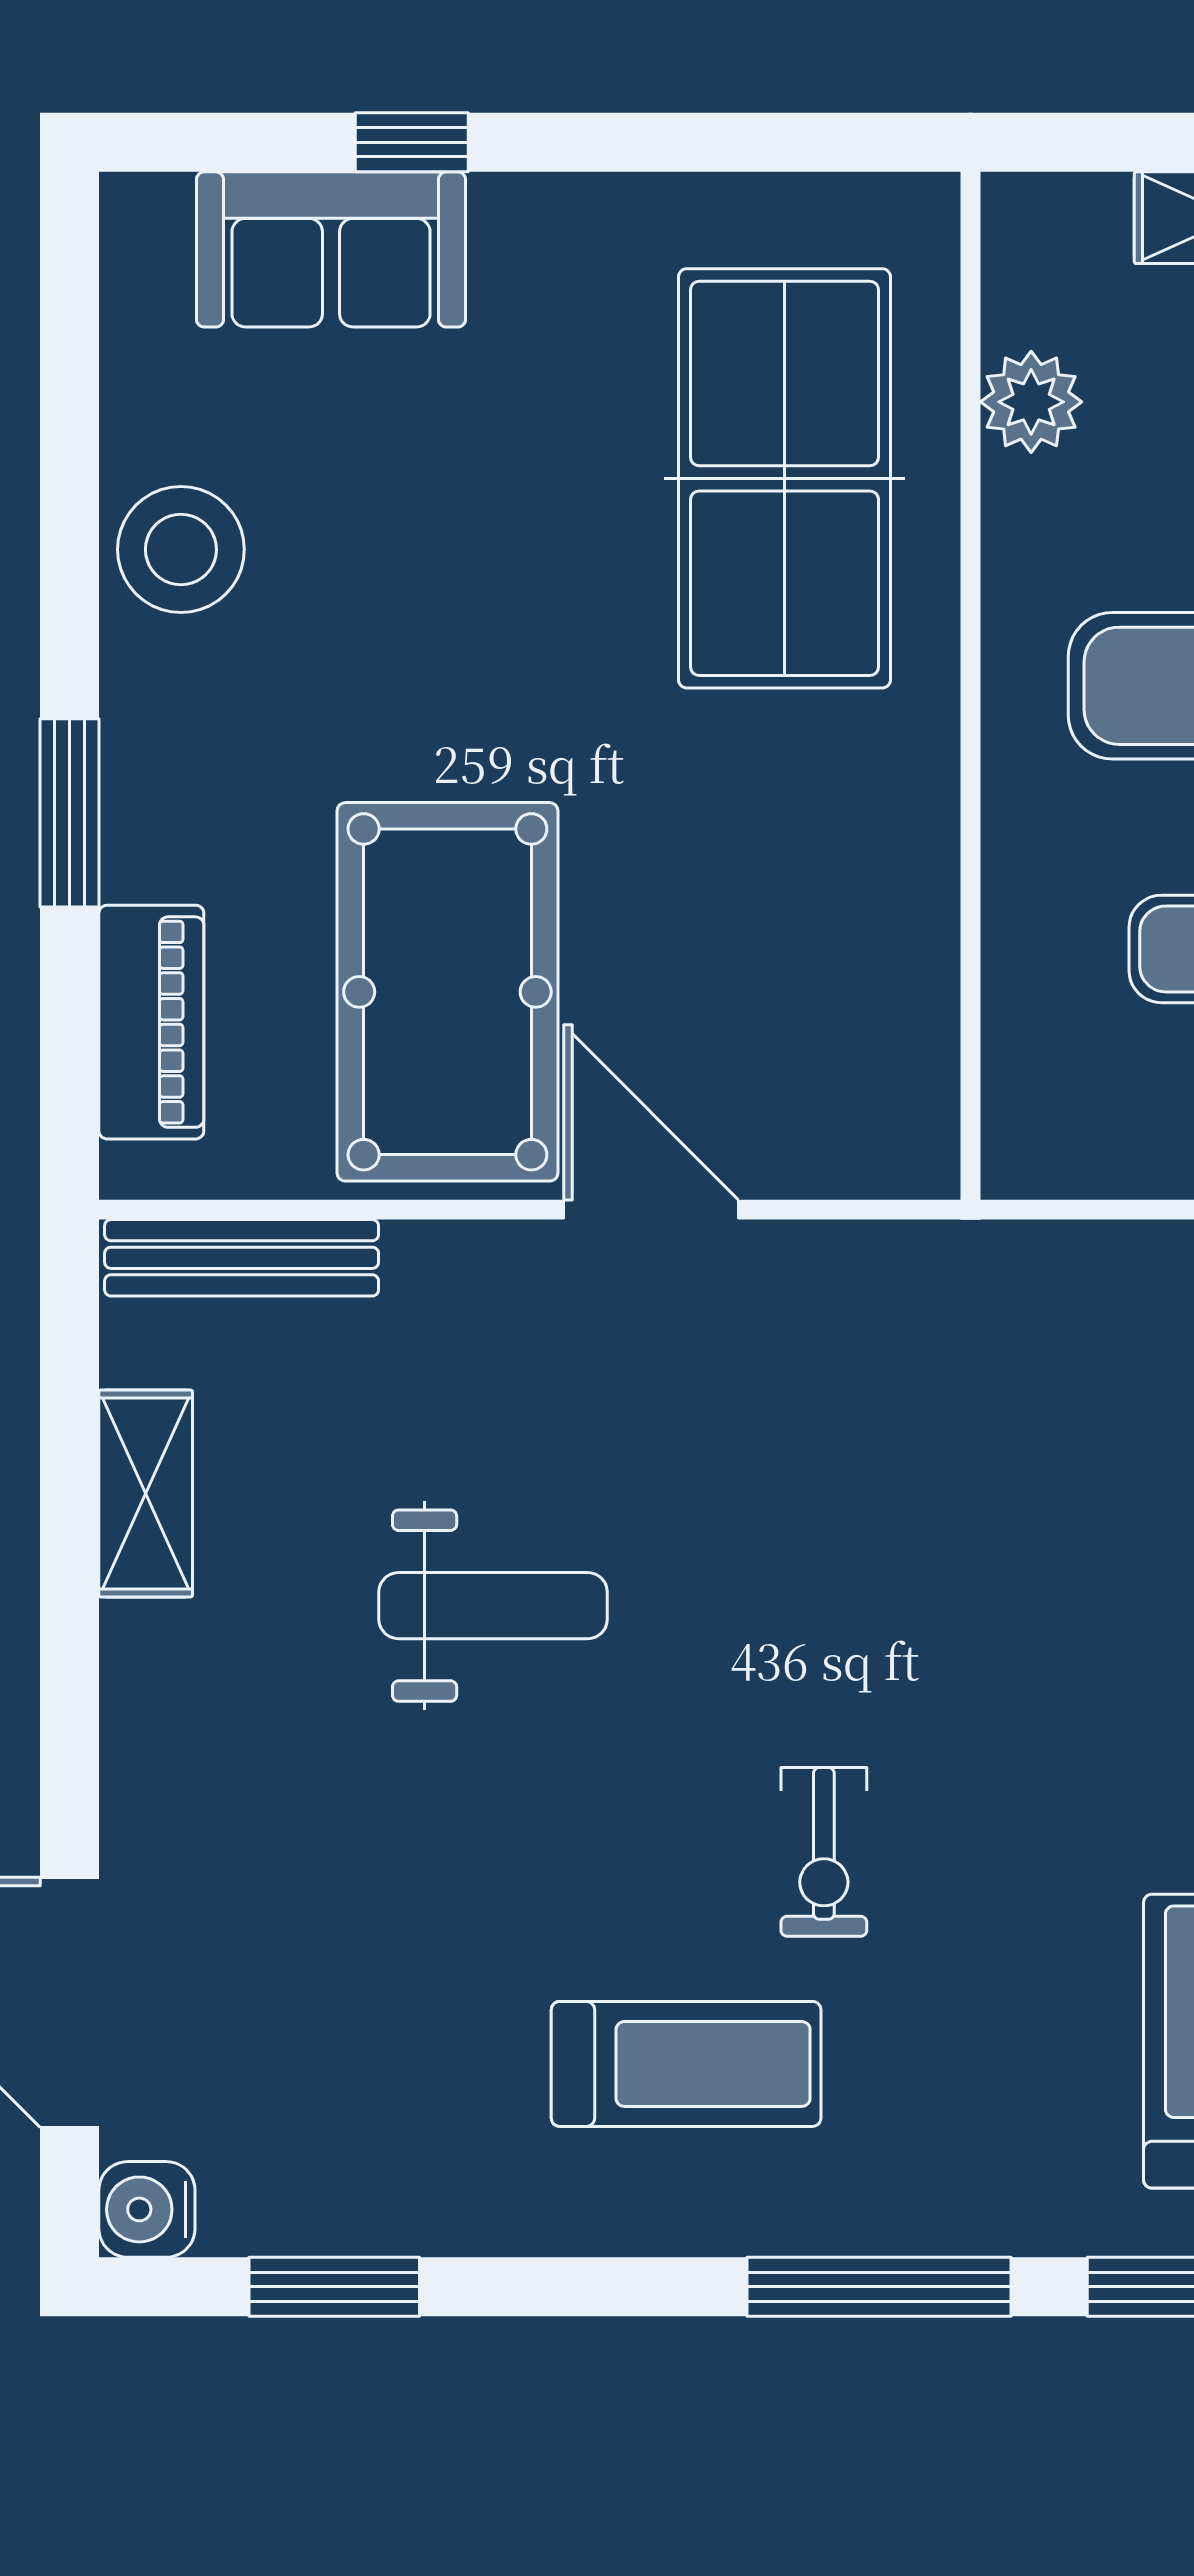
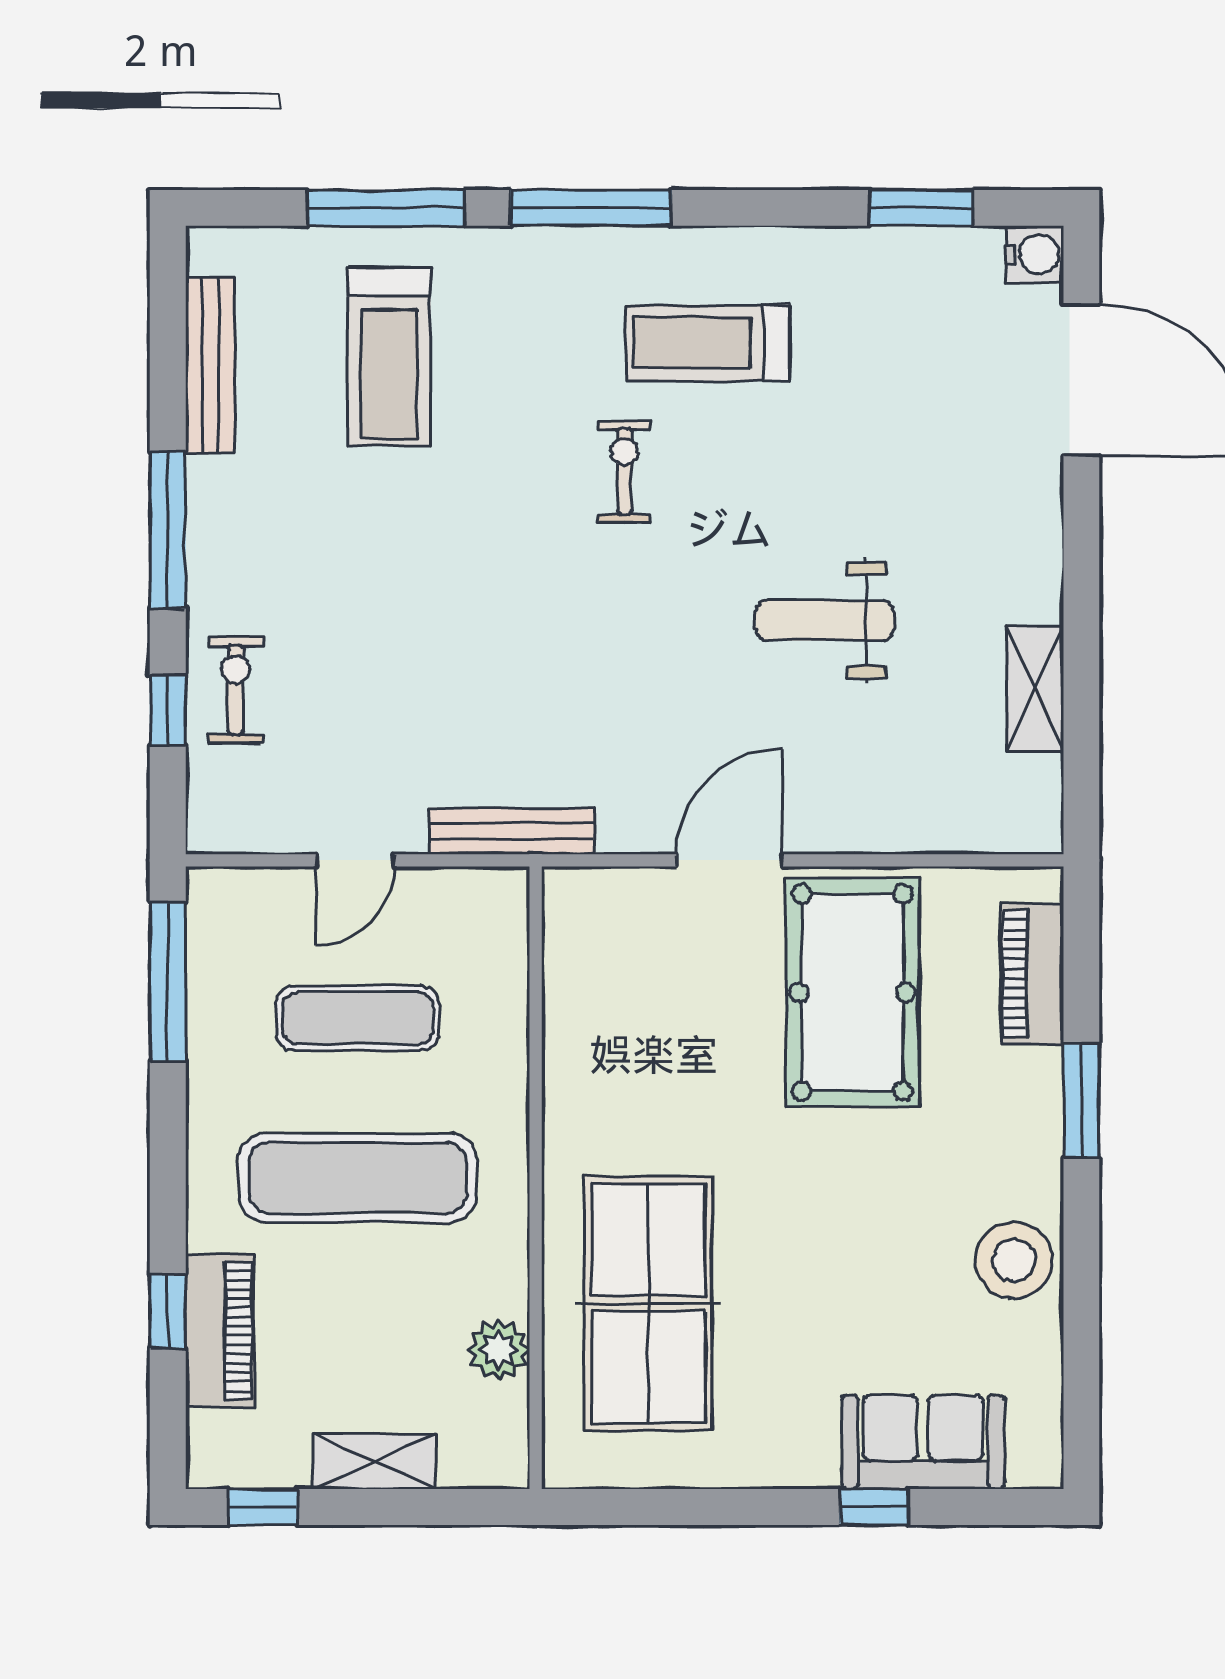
door: (651, 1210) -> (729, 860), swing flipped
bench: (242, 1258) -> (512, 831), moved

